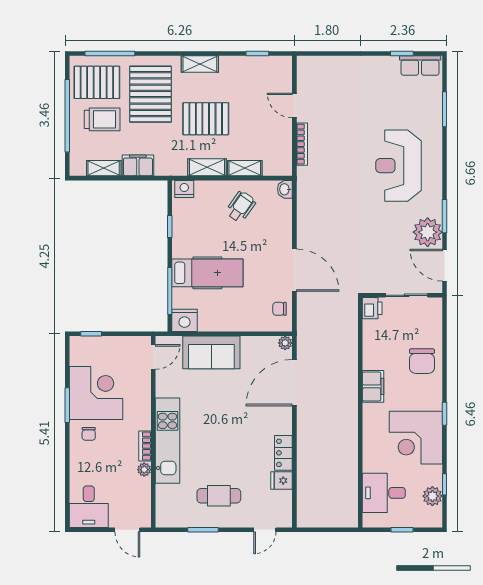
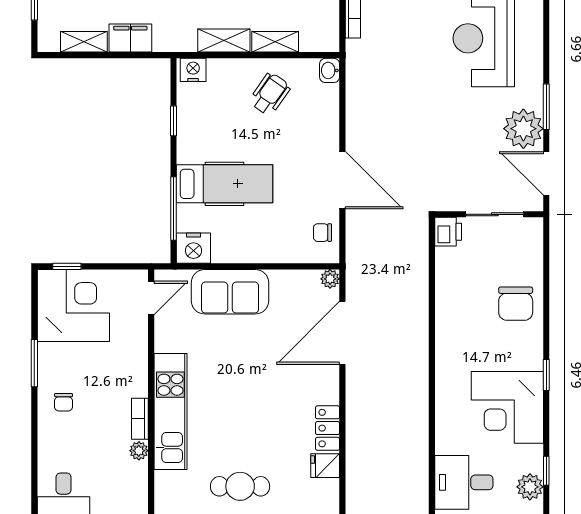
filing cabinet: (373, 386) -> (449, 338), removed
corner desk: (96, 393) -> (73, 306), moved

